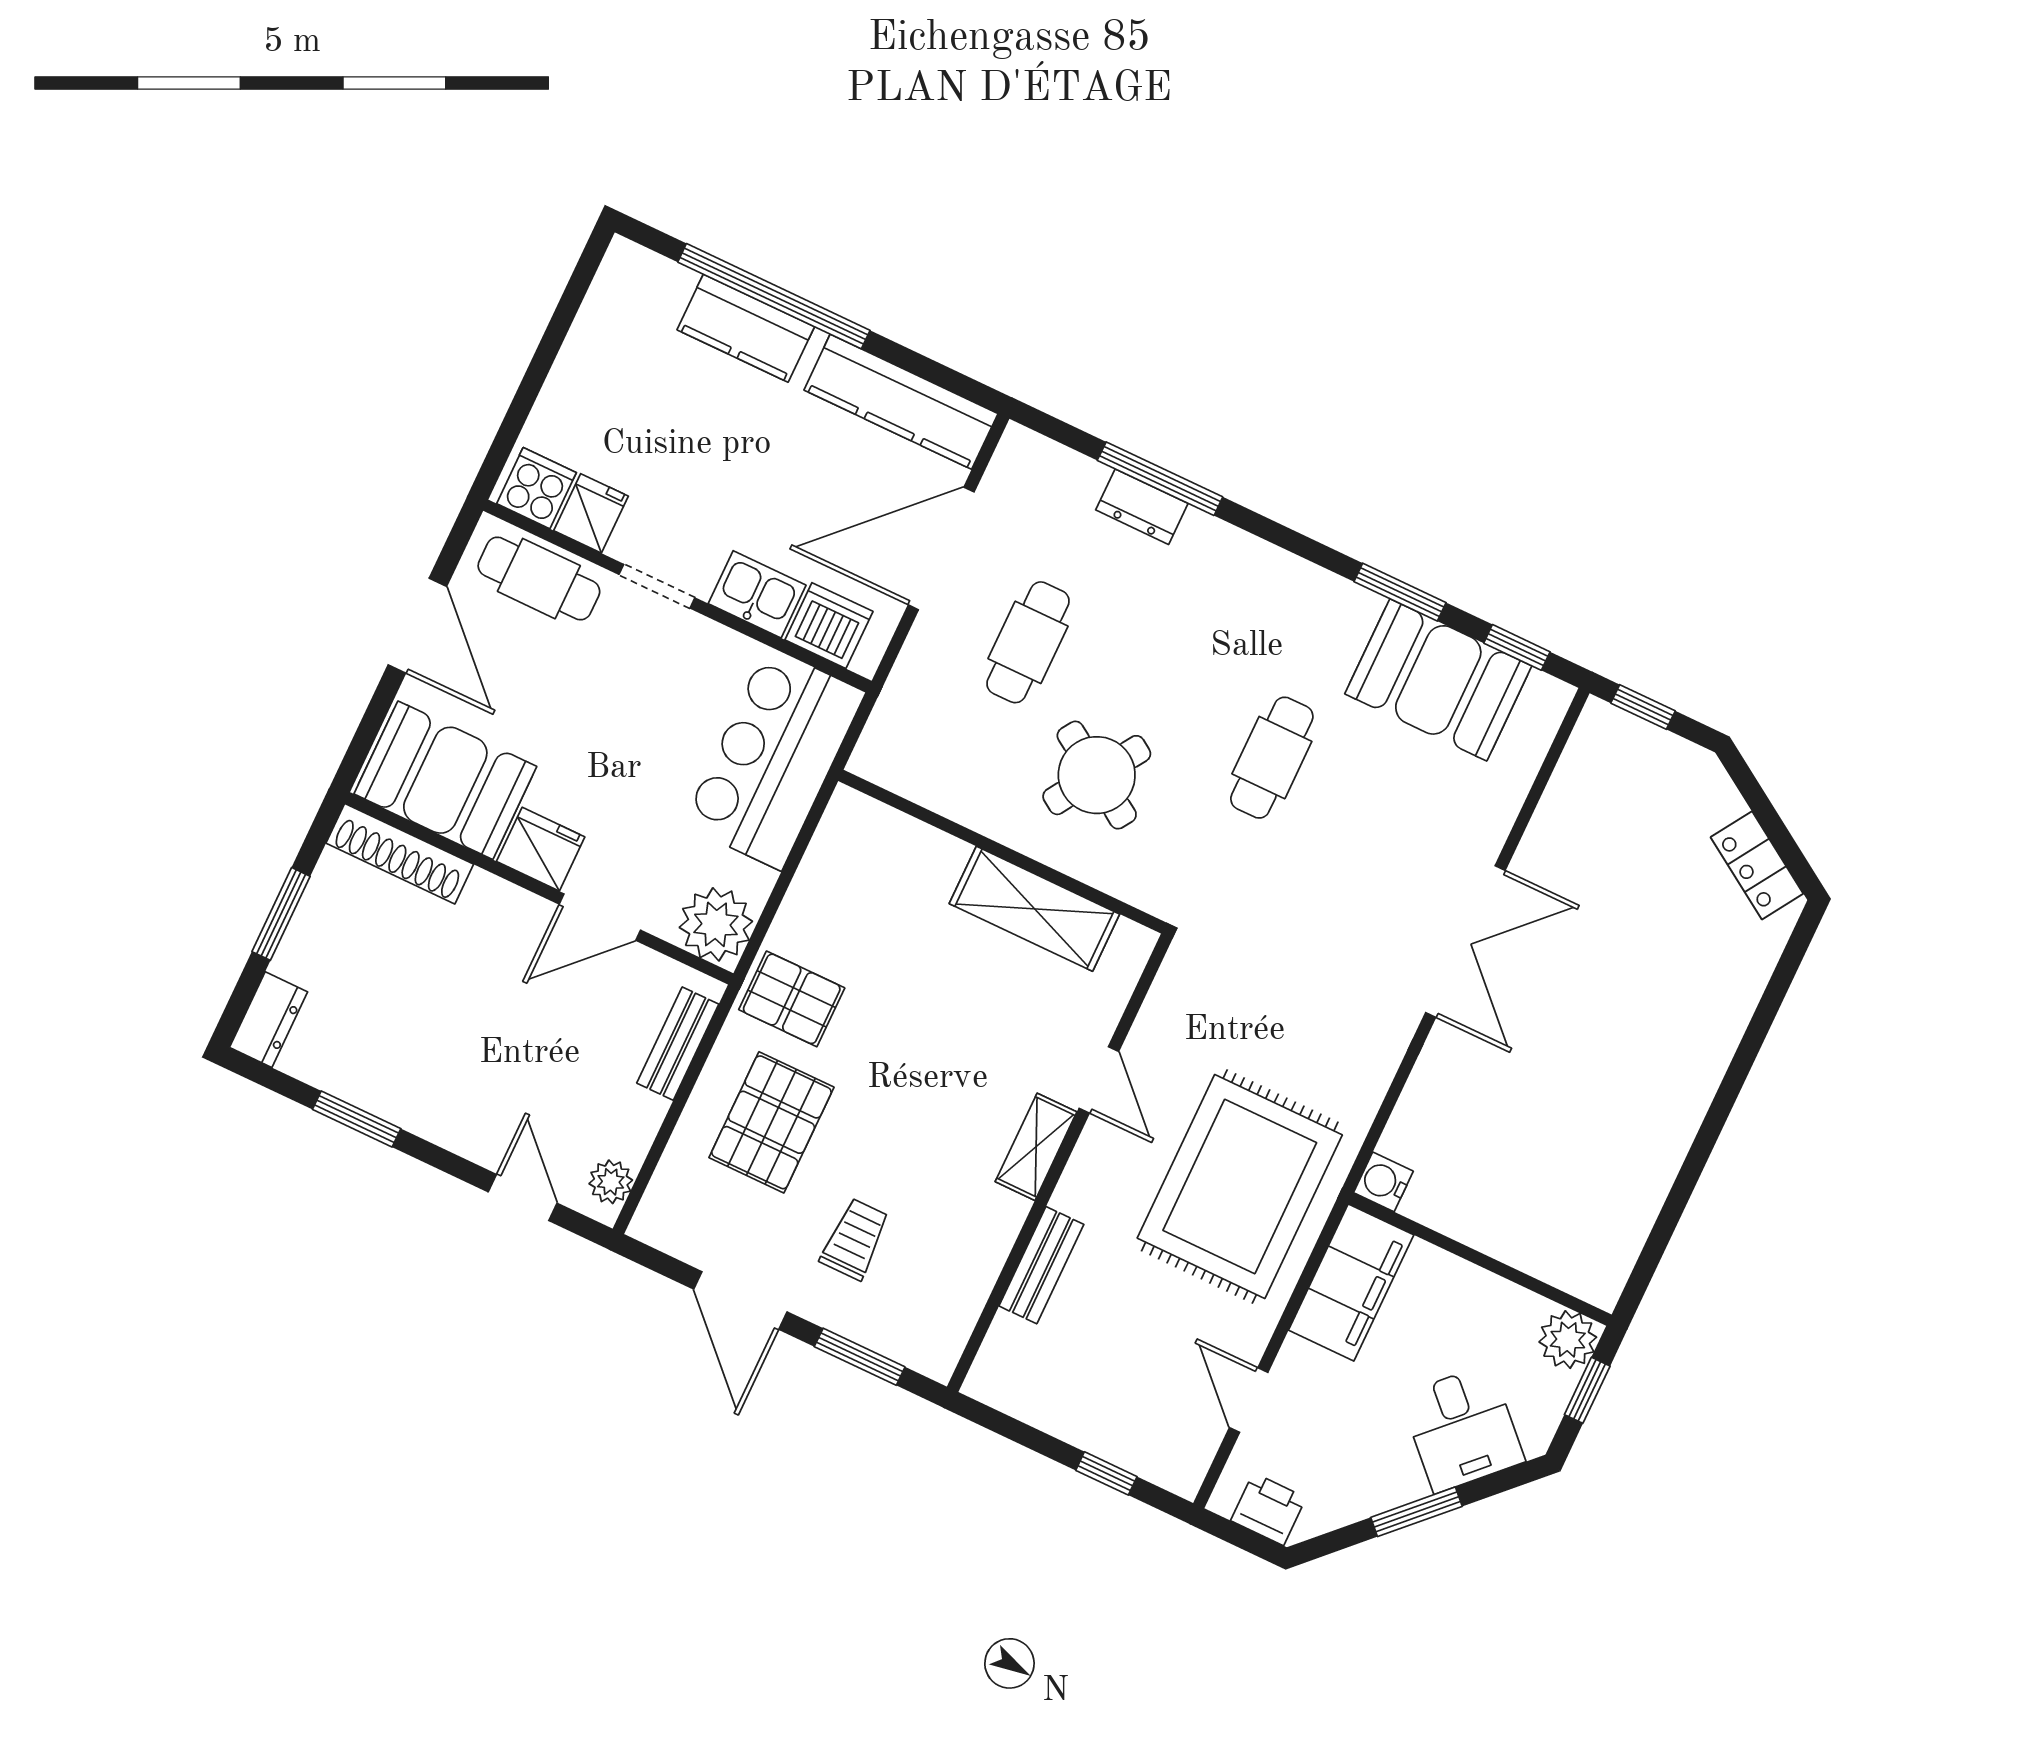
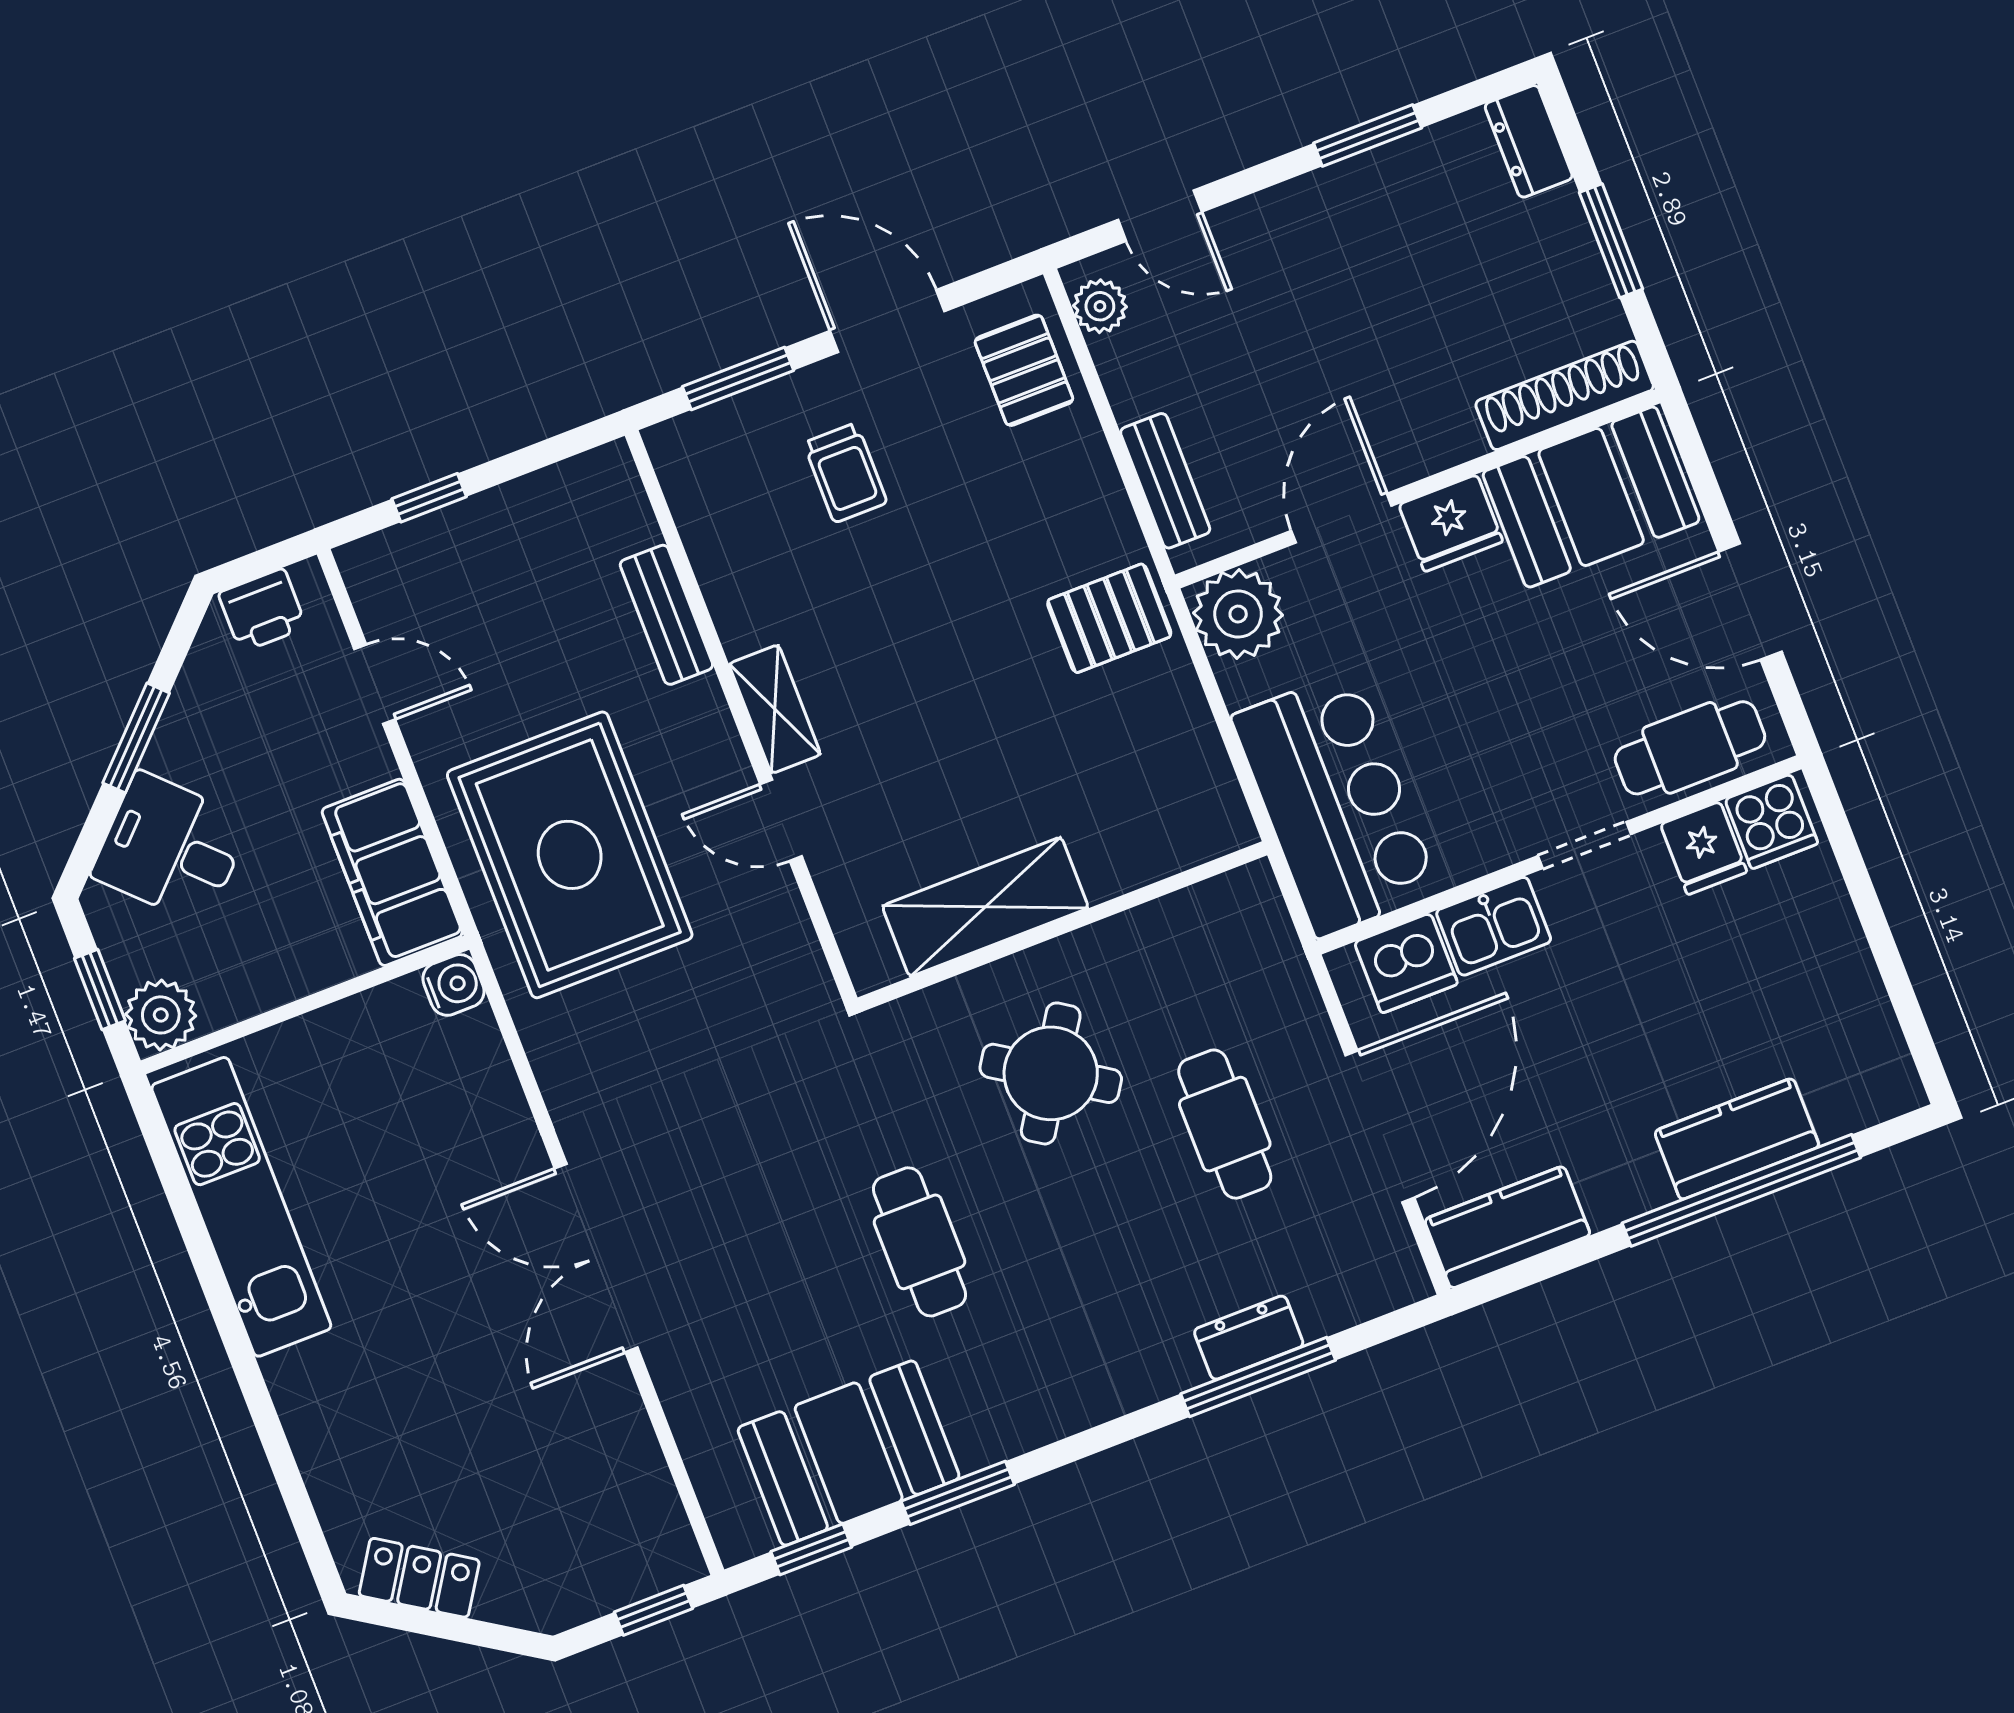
kitchen counter: (901, 402) -> (1507, 1227), width x0.67
pallet: (771, 1122) -> (1024, 370), moved, width x0.67, depth x0.71
kitchen unit: (1637, 1182) -> (241, 1207), added

